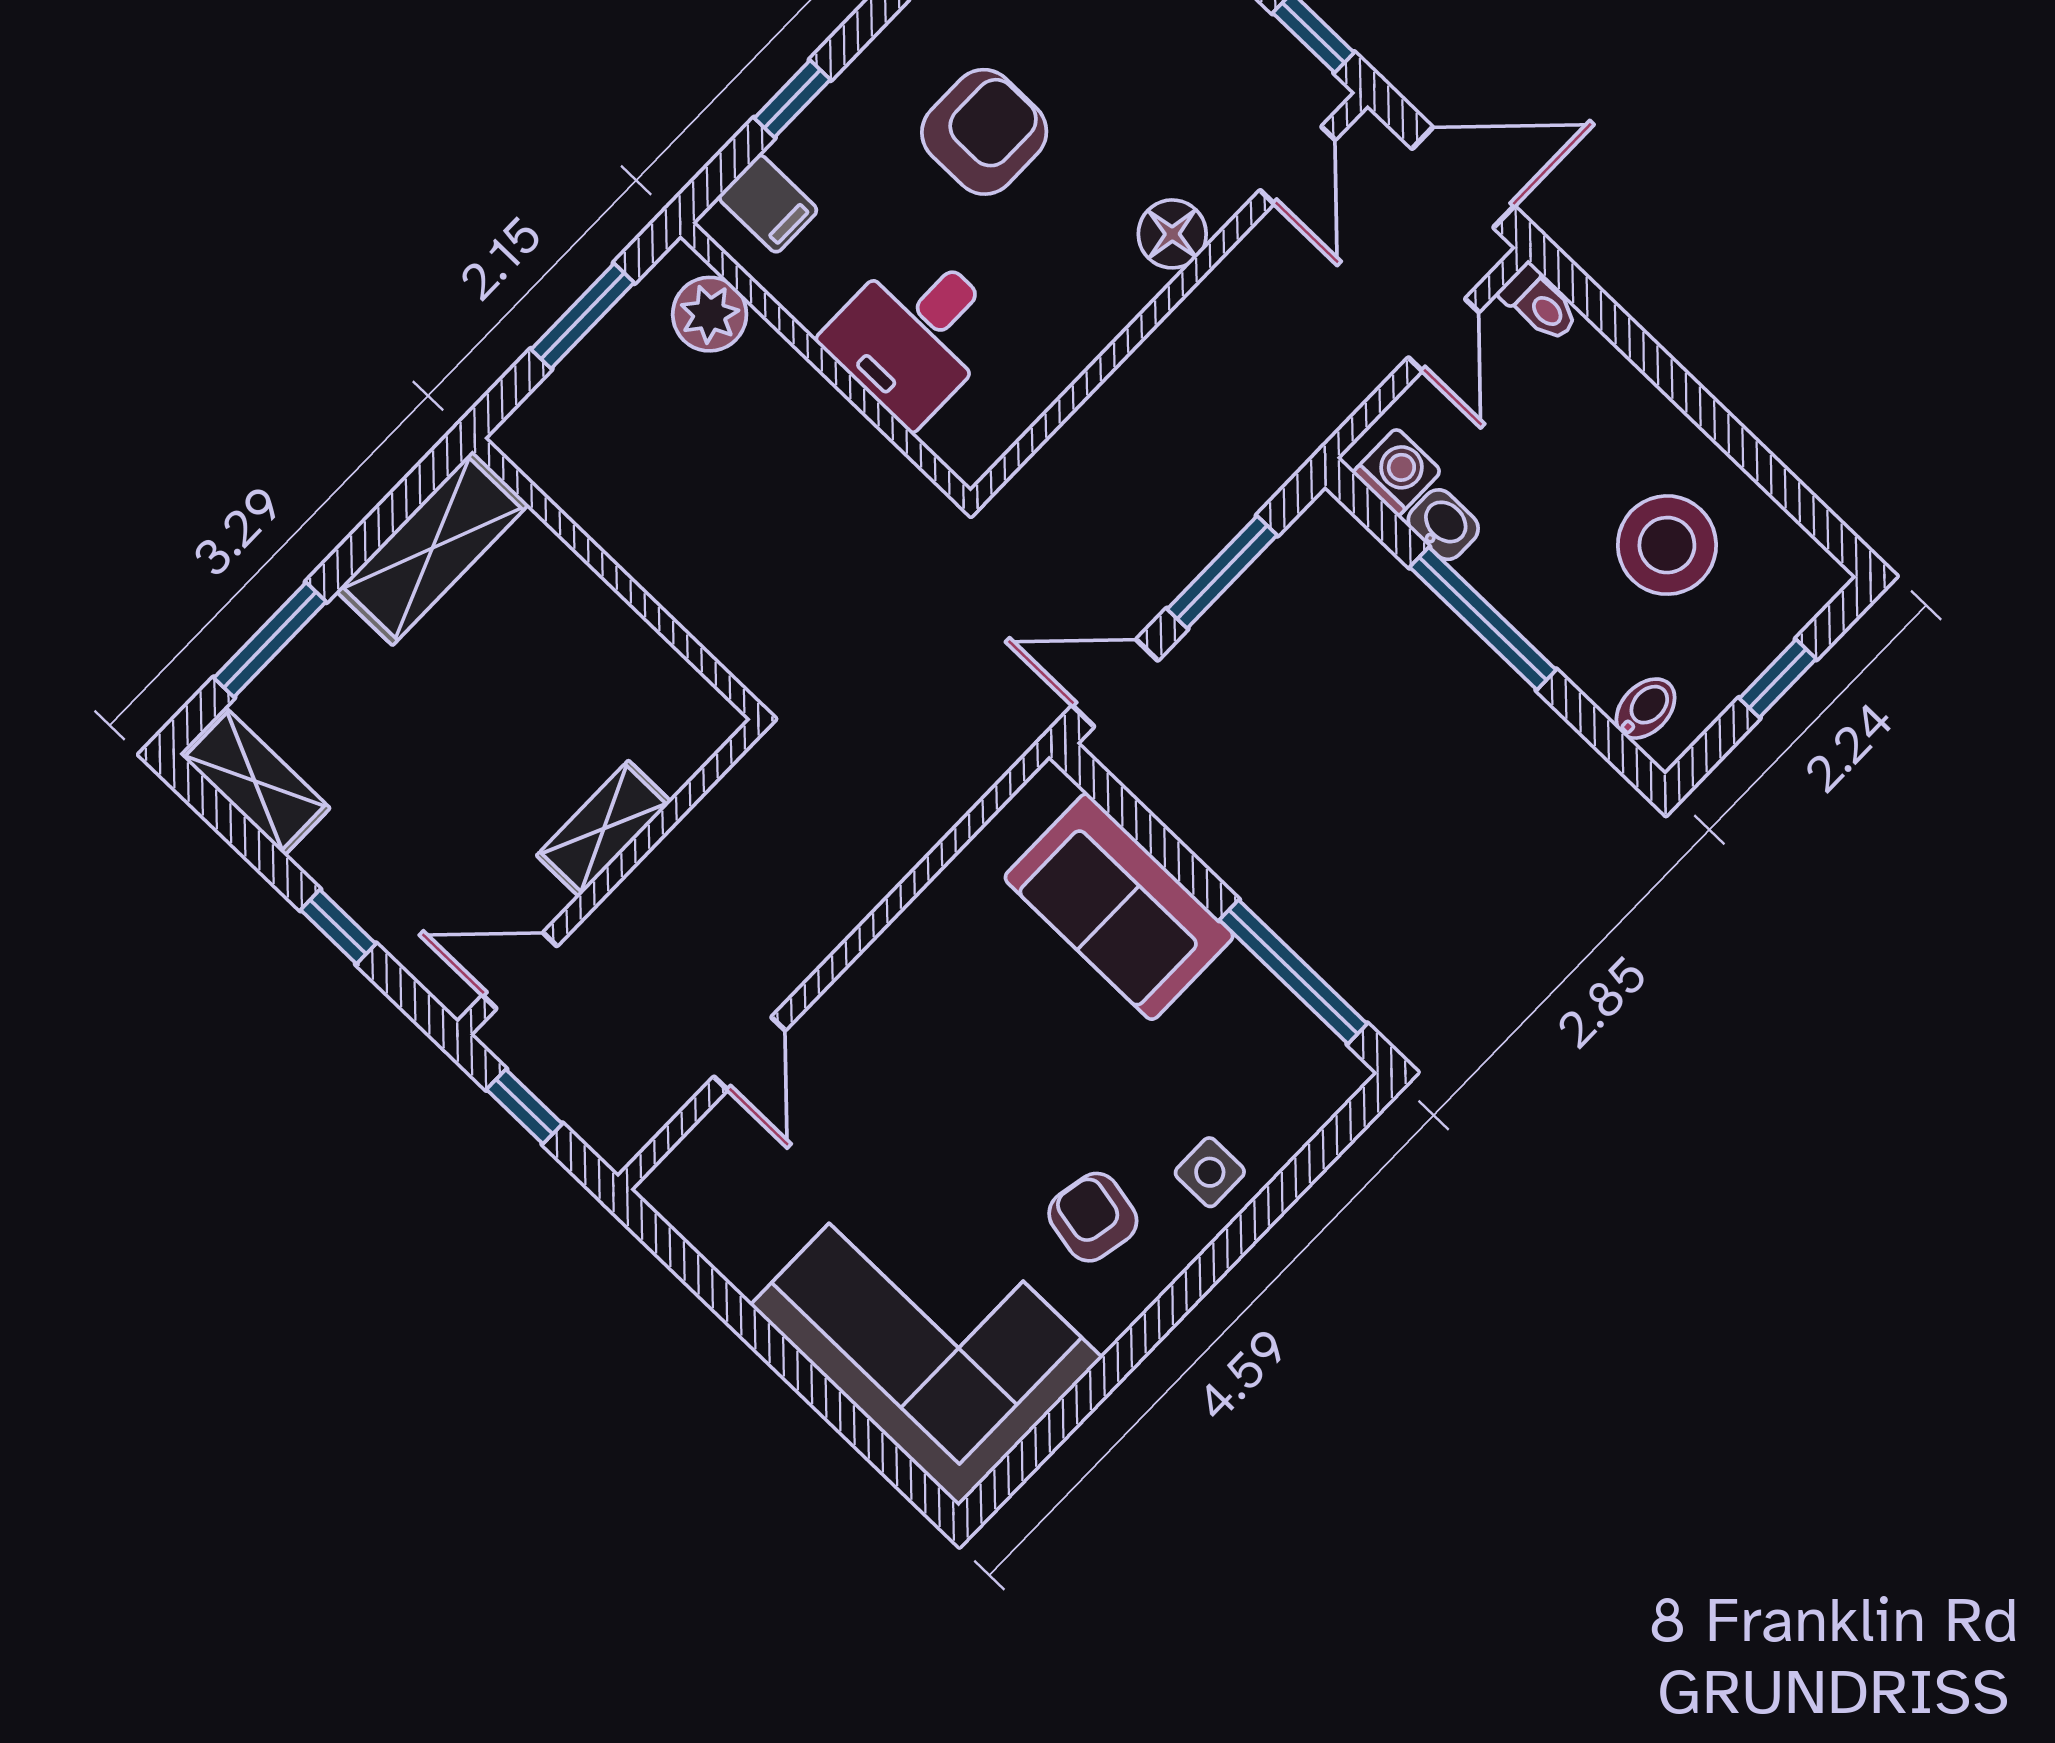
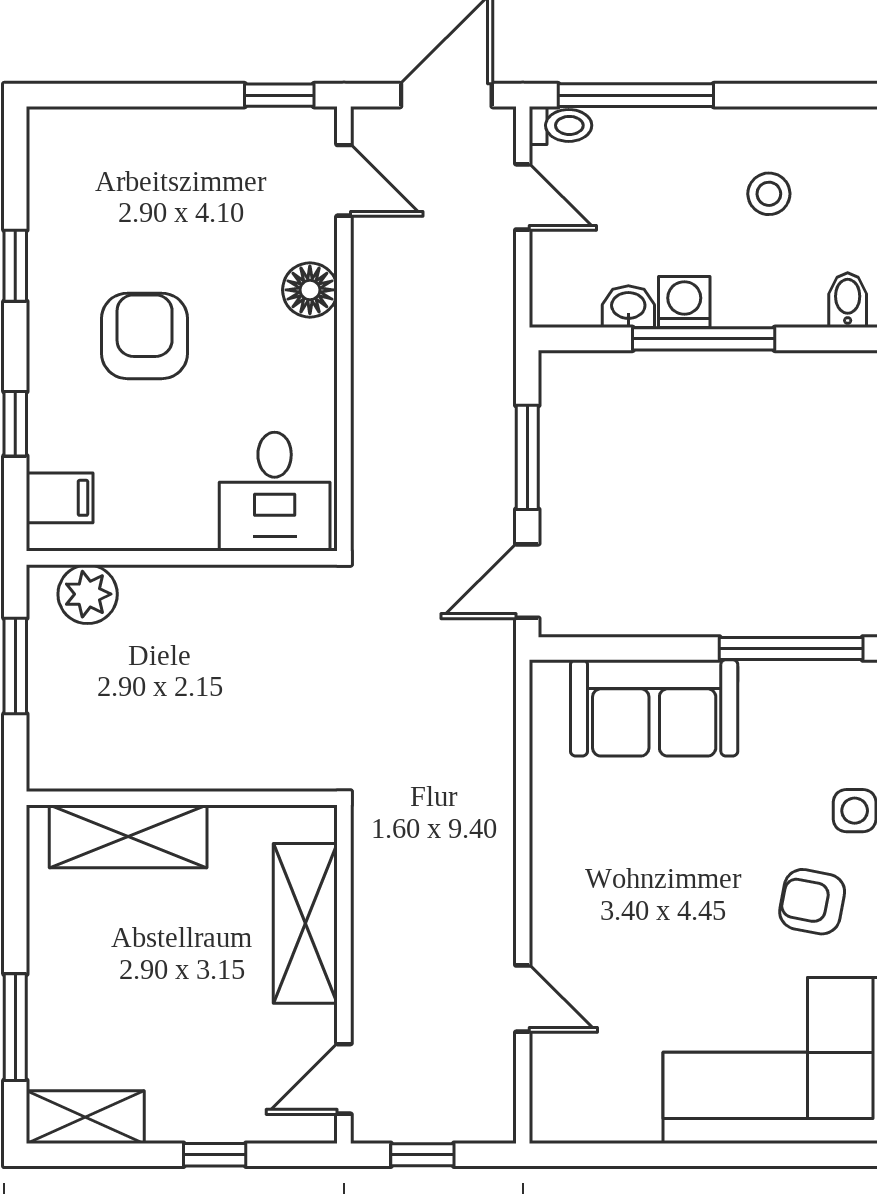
desk: (914, 334) -> (275, 492), moved
window: (1633, 341) -> (636, 95), added
washing machine: (1397, 472) -> (684, 302), moved
stool: (1667, 545) -> (769, 194), width x0.53, depth x0.53
shelving: (432, 548) -> (128, 836), moved, turned 90
shelving: (604, 829) -> (305, 923), width x1.50, depth x1.33

